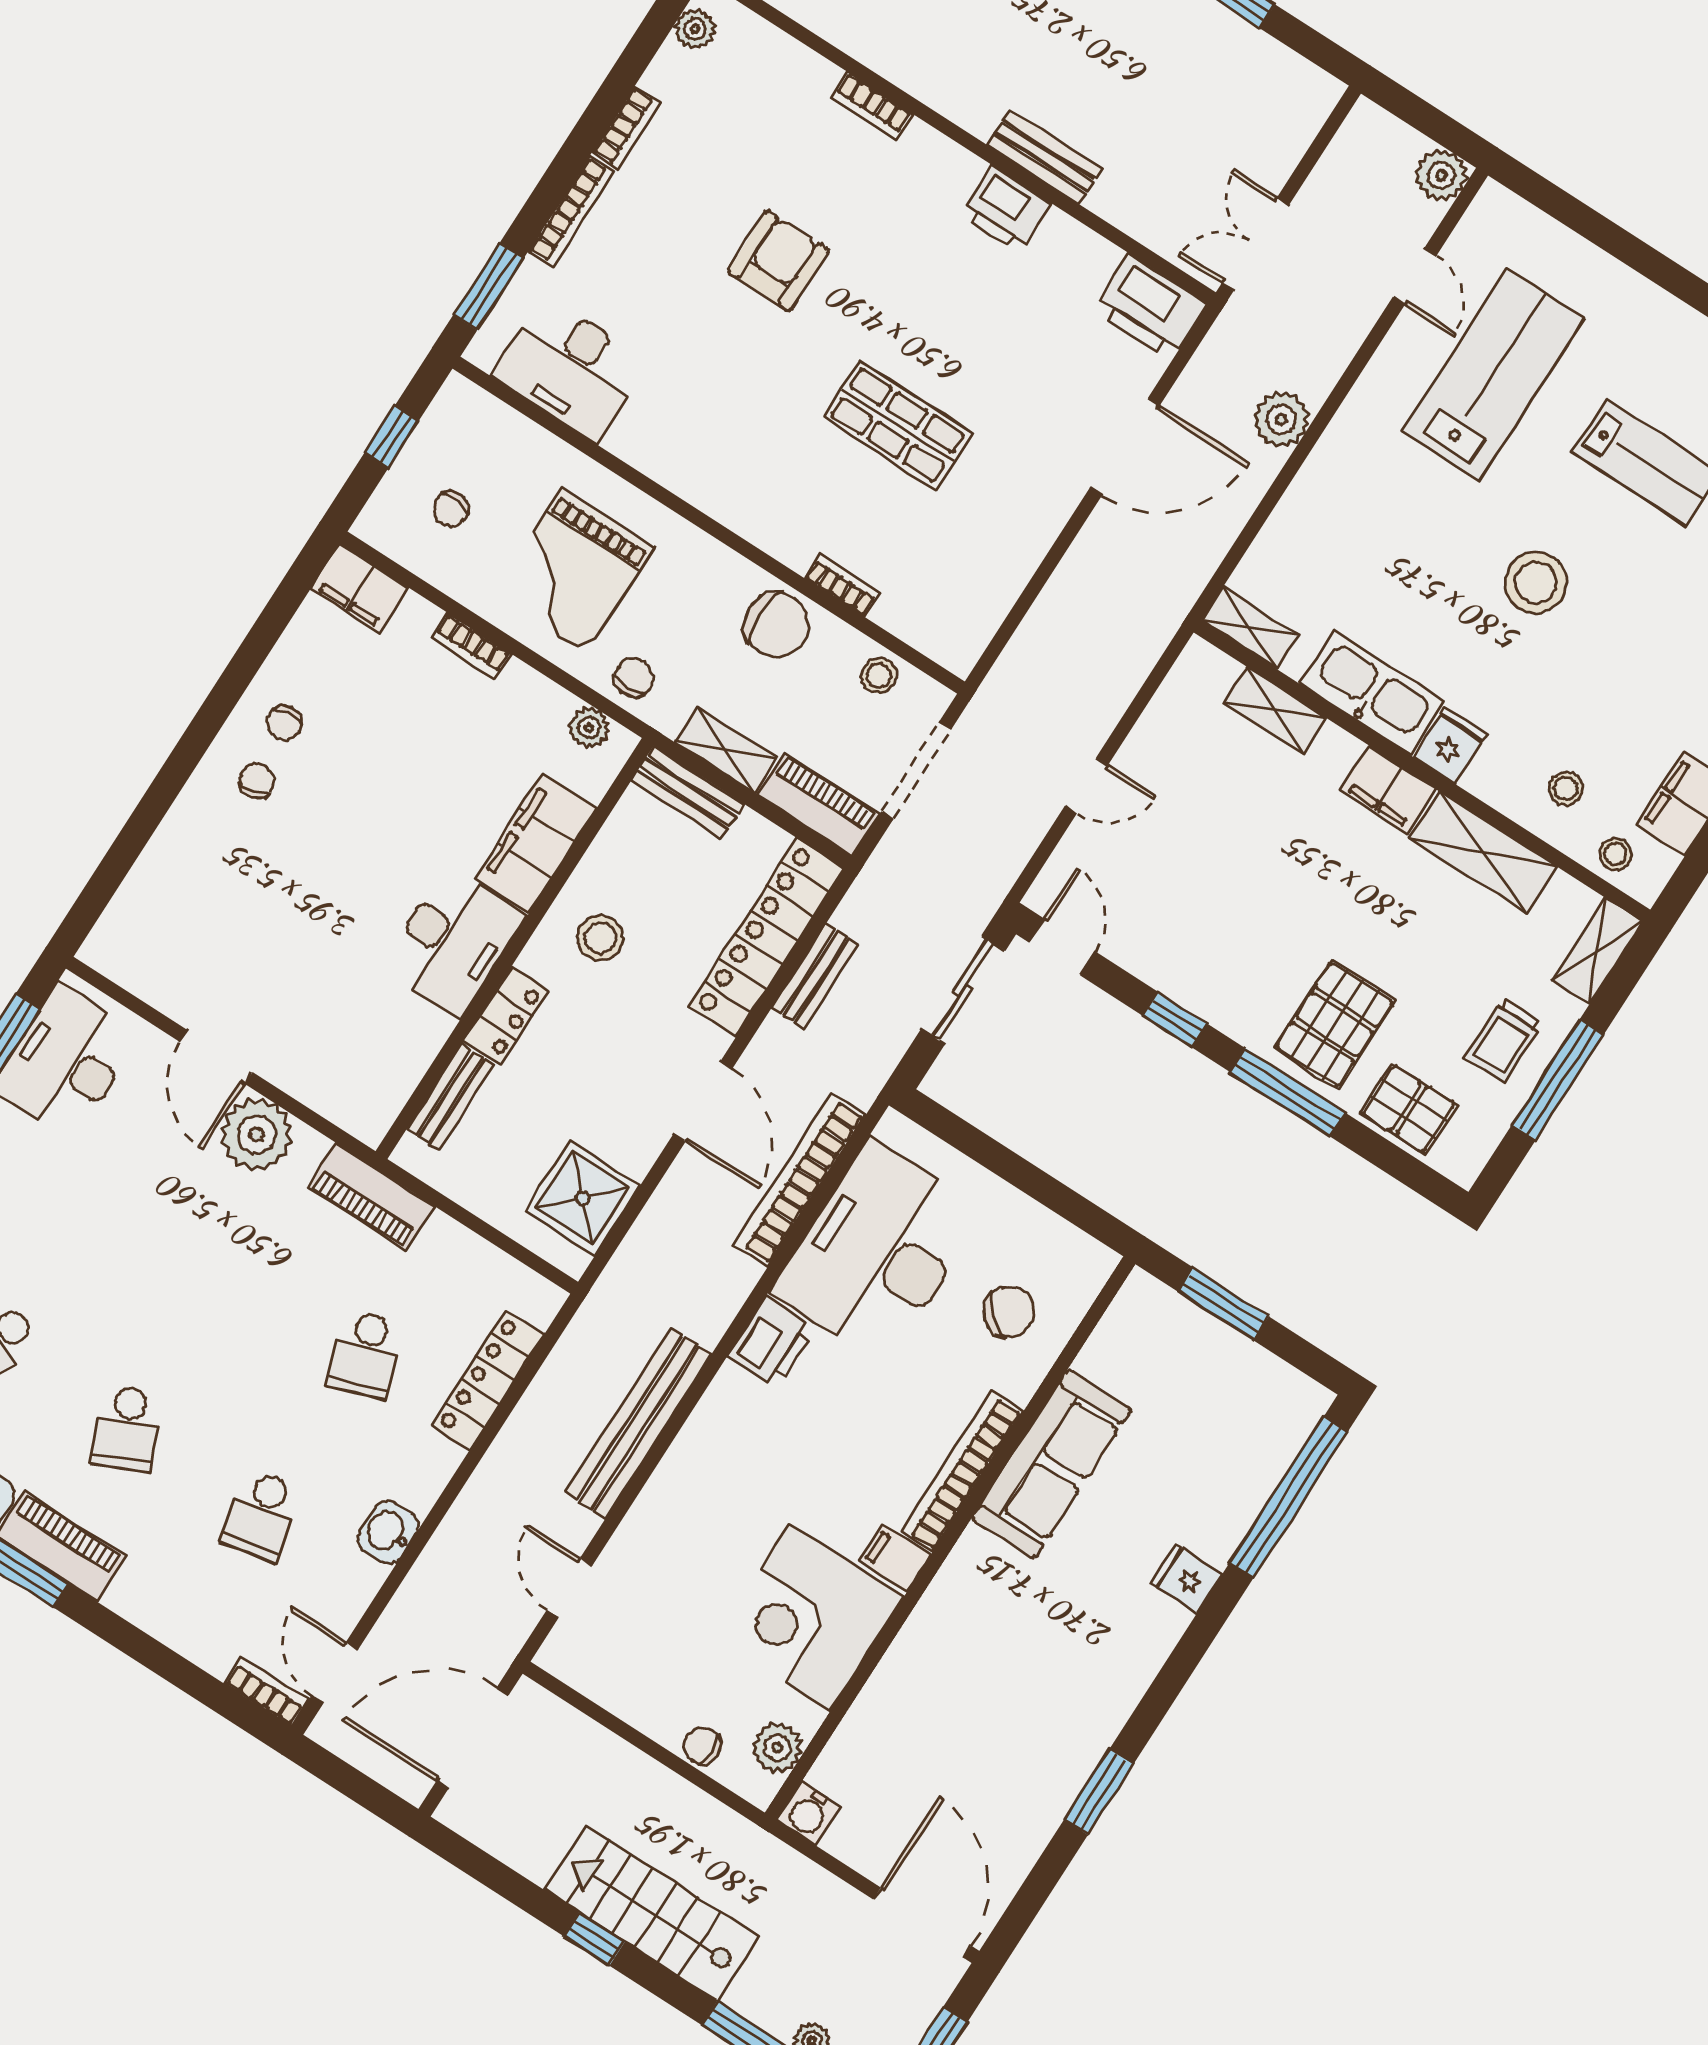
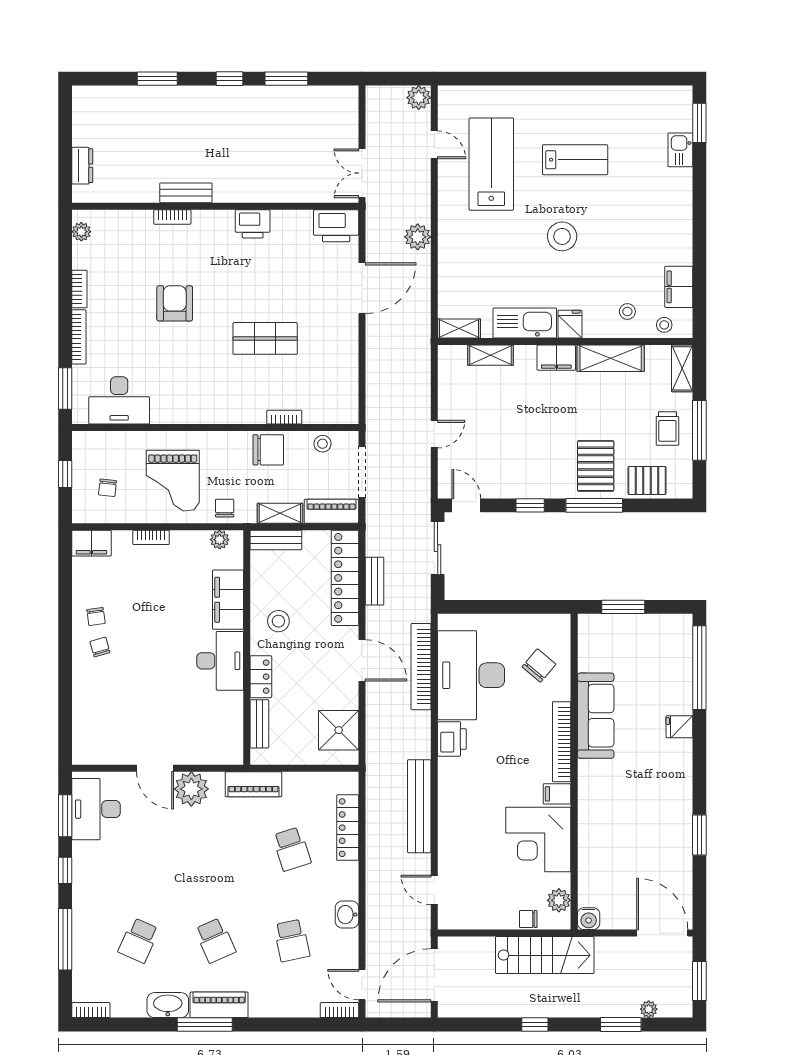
bench: (1045, 157) -> (186, 193), moved
stairs: (652, 1913) -> (545, 955), moved, turned 180

